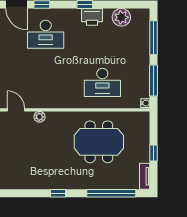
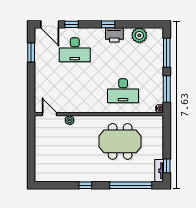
window: (154, 153) -> (167, 166), moved

